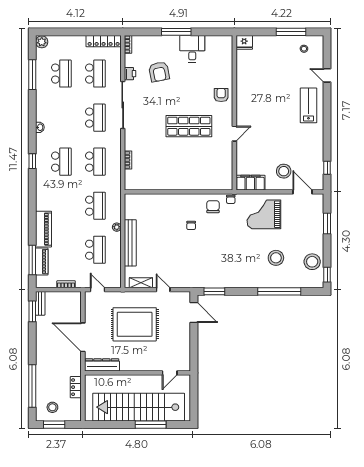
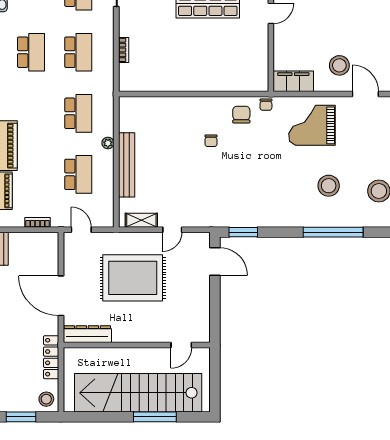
door: (163, 290) -> (172, 230), swing flipped
locker: (76, 387) -> (51, 357), width x1.53
stool: (52, 407) -> (46, 399), moved

